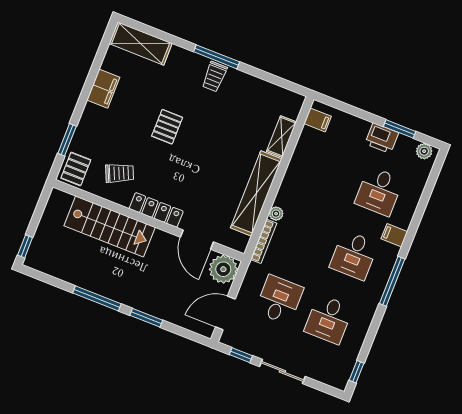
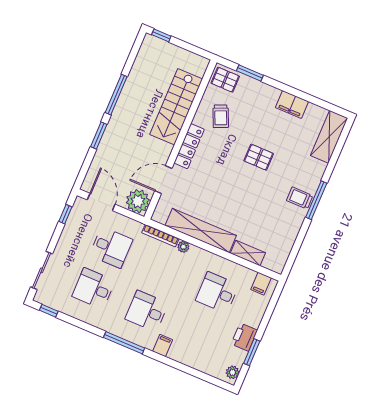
desk: (379, 191) -> (217, 293), moved
sliding door: (282, 371) -> (41, 270), moved

